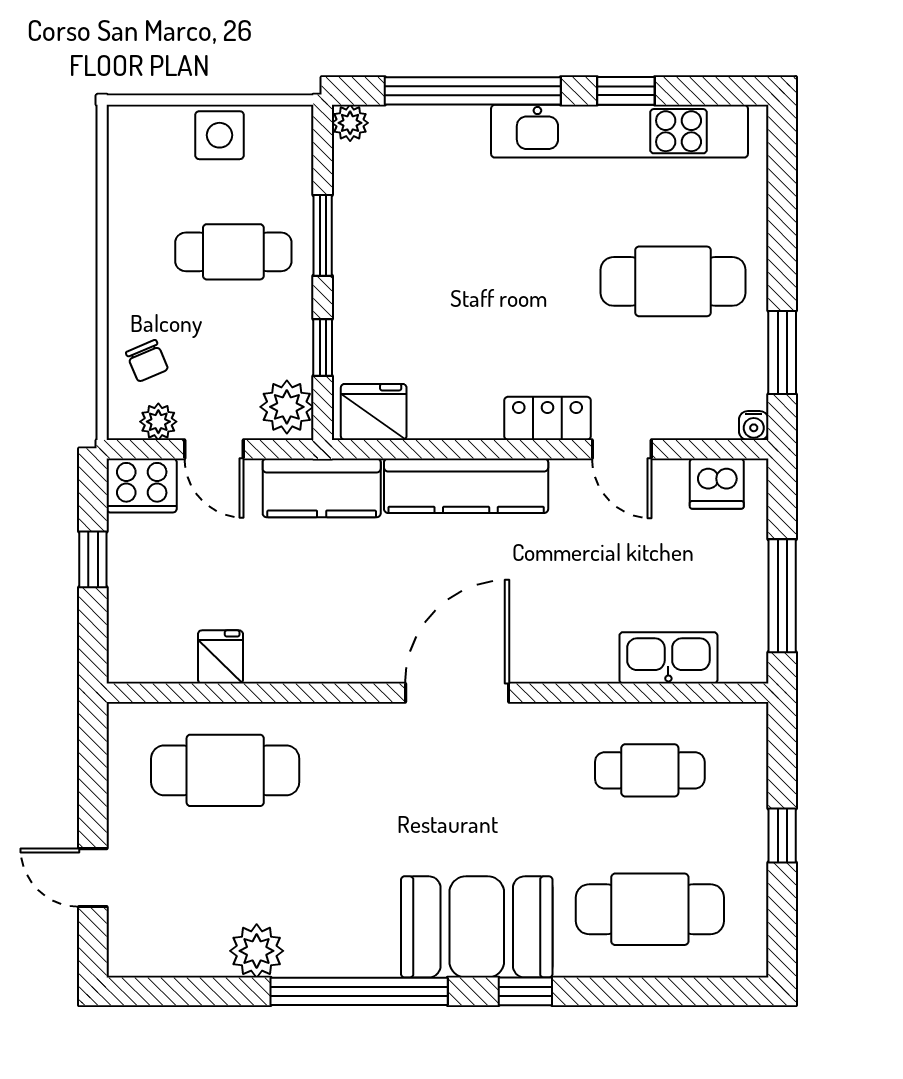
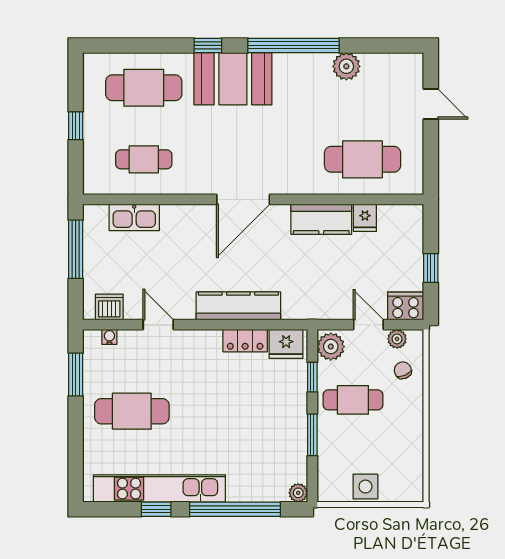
cafe table: (233, 252) -> (353, 400), moved
locker: (547, 418) -> (245, 341), moved
water cooler: (754, 425) -> (109, 337), moved
kitchen counter: (322, 488) -> (321, 219), moved, turned 180

